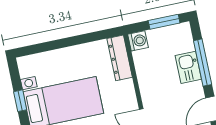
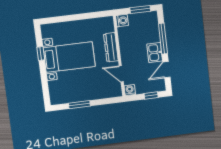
dresser: (120, 58) -> (111, 47), moved
kitchen sink: (188, 67) -> (155, 53), moved

